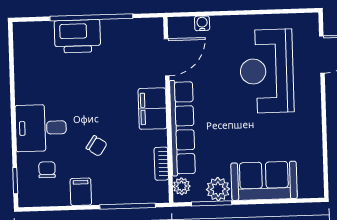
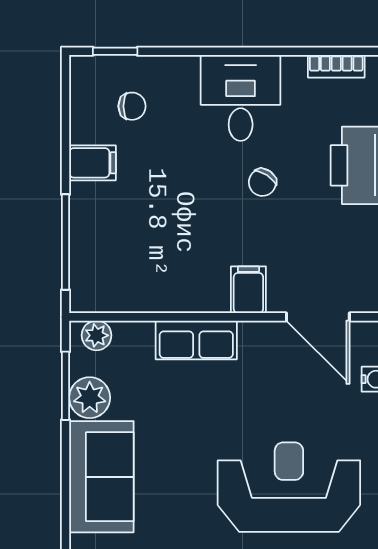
filing cabinet: (152, 109) -> (248, 290), width x0.50
desk: (41, 128) -> (241, 98), moved
row of seats: (182, 128) -> (196, 340), width x0.50
chair: (97, 146) -> (262, 182), moved
bookcase: (161, 164) -> (336, 66), moved, turned 180

